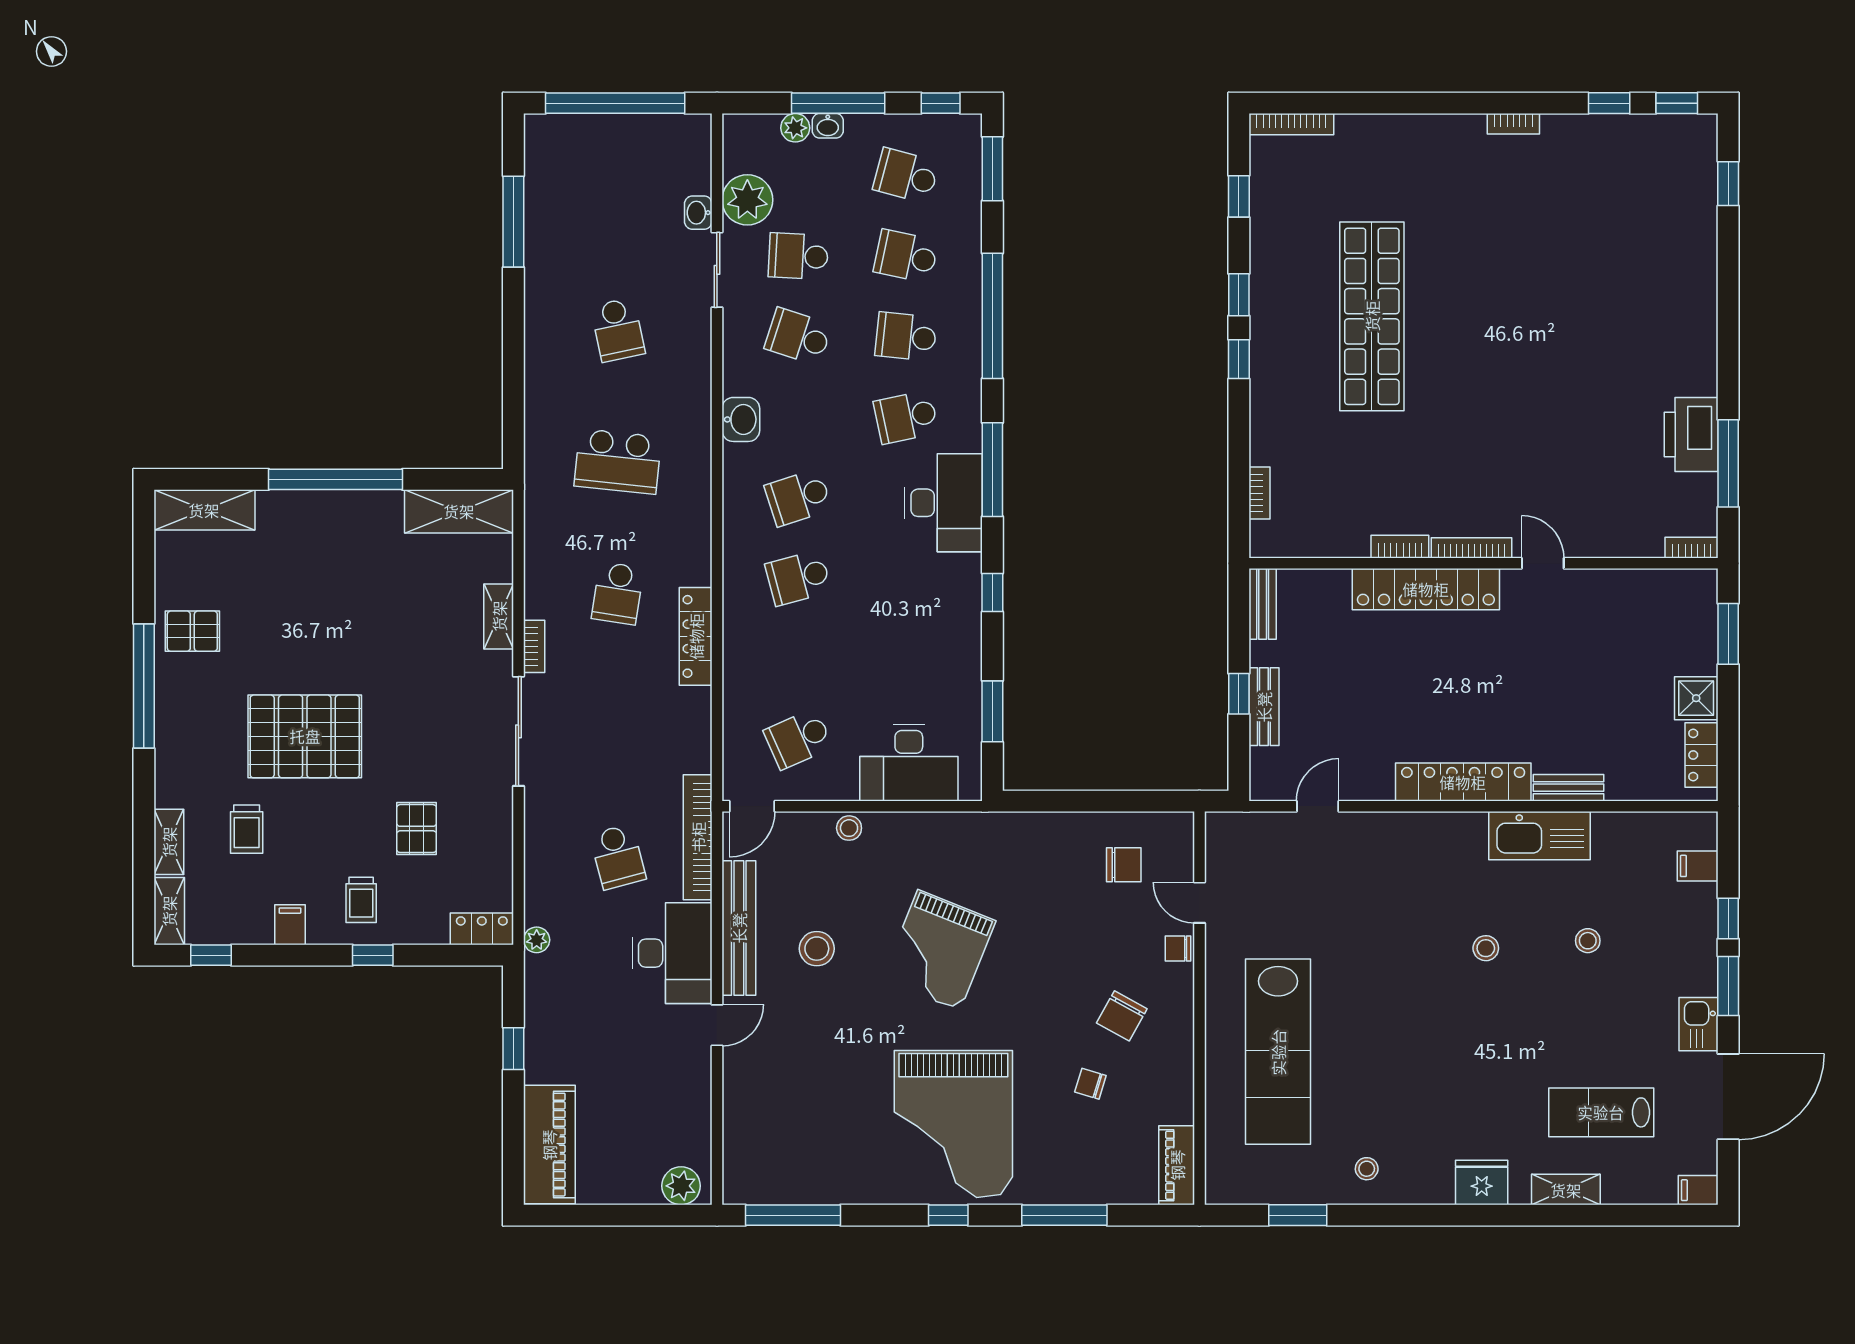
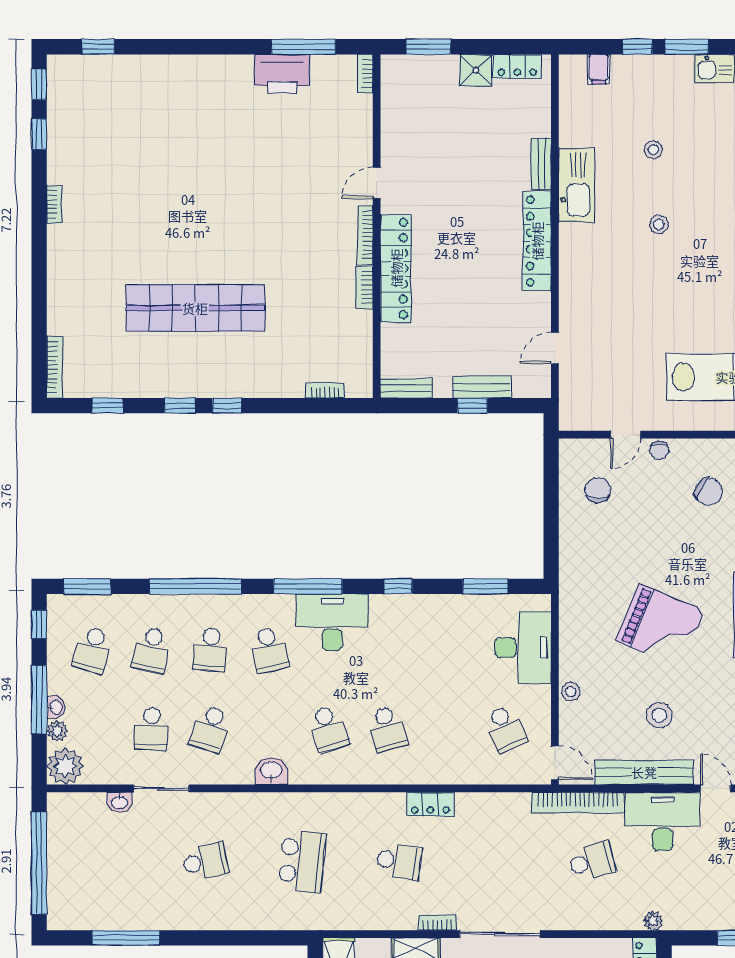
plant: (747, 200) -> (65, 766), moved
locker: (696, 636) -> (430, 804), width x0.66
door: (1318, 806) -> (555, 348), hinge flipped

